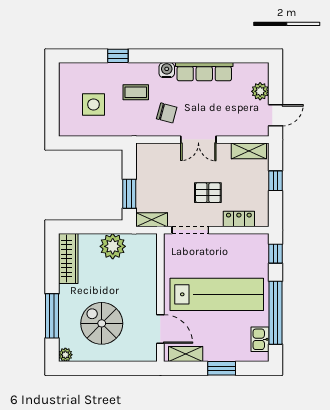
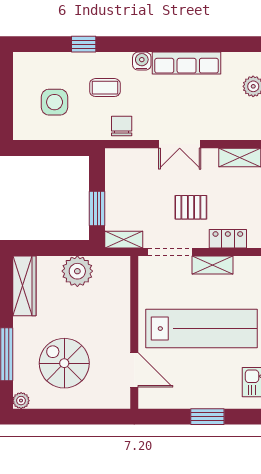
chair: (167, 113) -> (122, 126), moved, turned -105
shelving: (186, 354) -> (213, 265), moved

